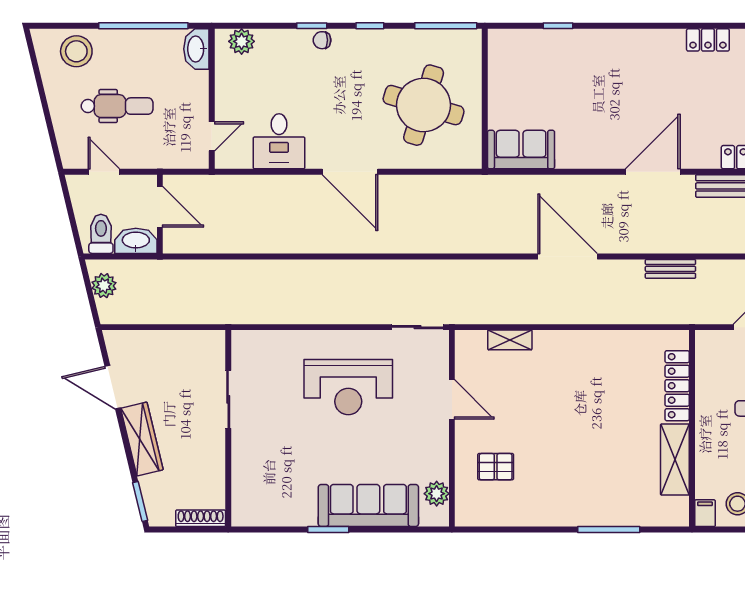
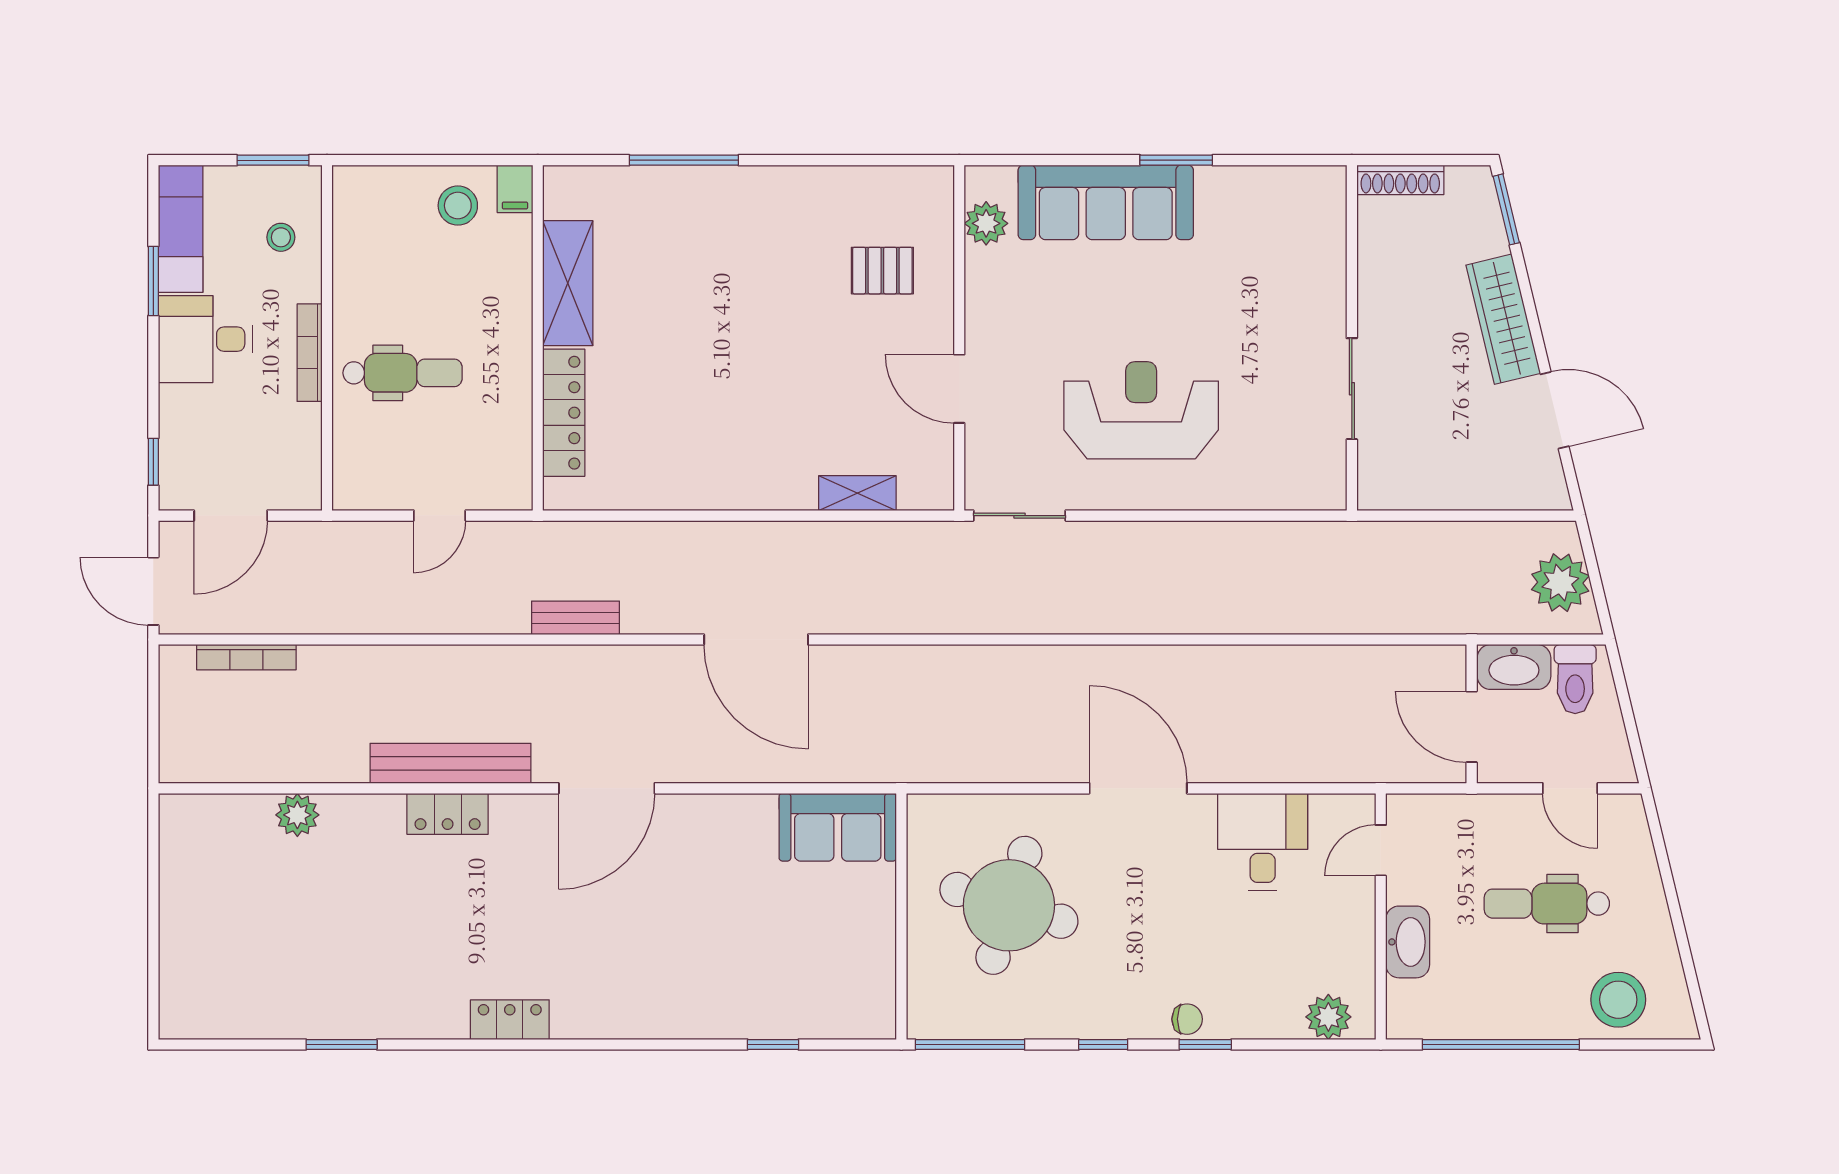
washbasin: (196, 49) -> (1408, 942), moved
plant: (104, 286) -> (1560, 583), width x1.36, depth x1.36

